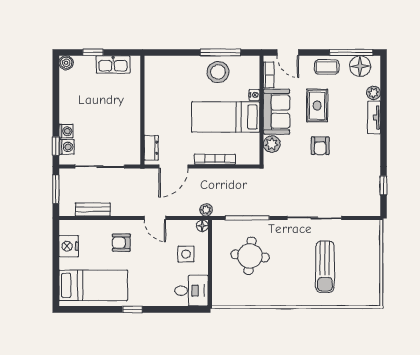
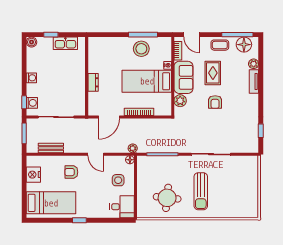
washing machine: (66, 131) -> (31, 78), moved
dresser: (151, 148) -> (93, 82), moved
round table: (250, 256) -> (167, 198), moved
sun lounger: (325, 267) -> (201, 191), moved

